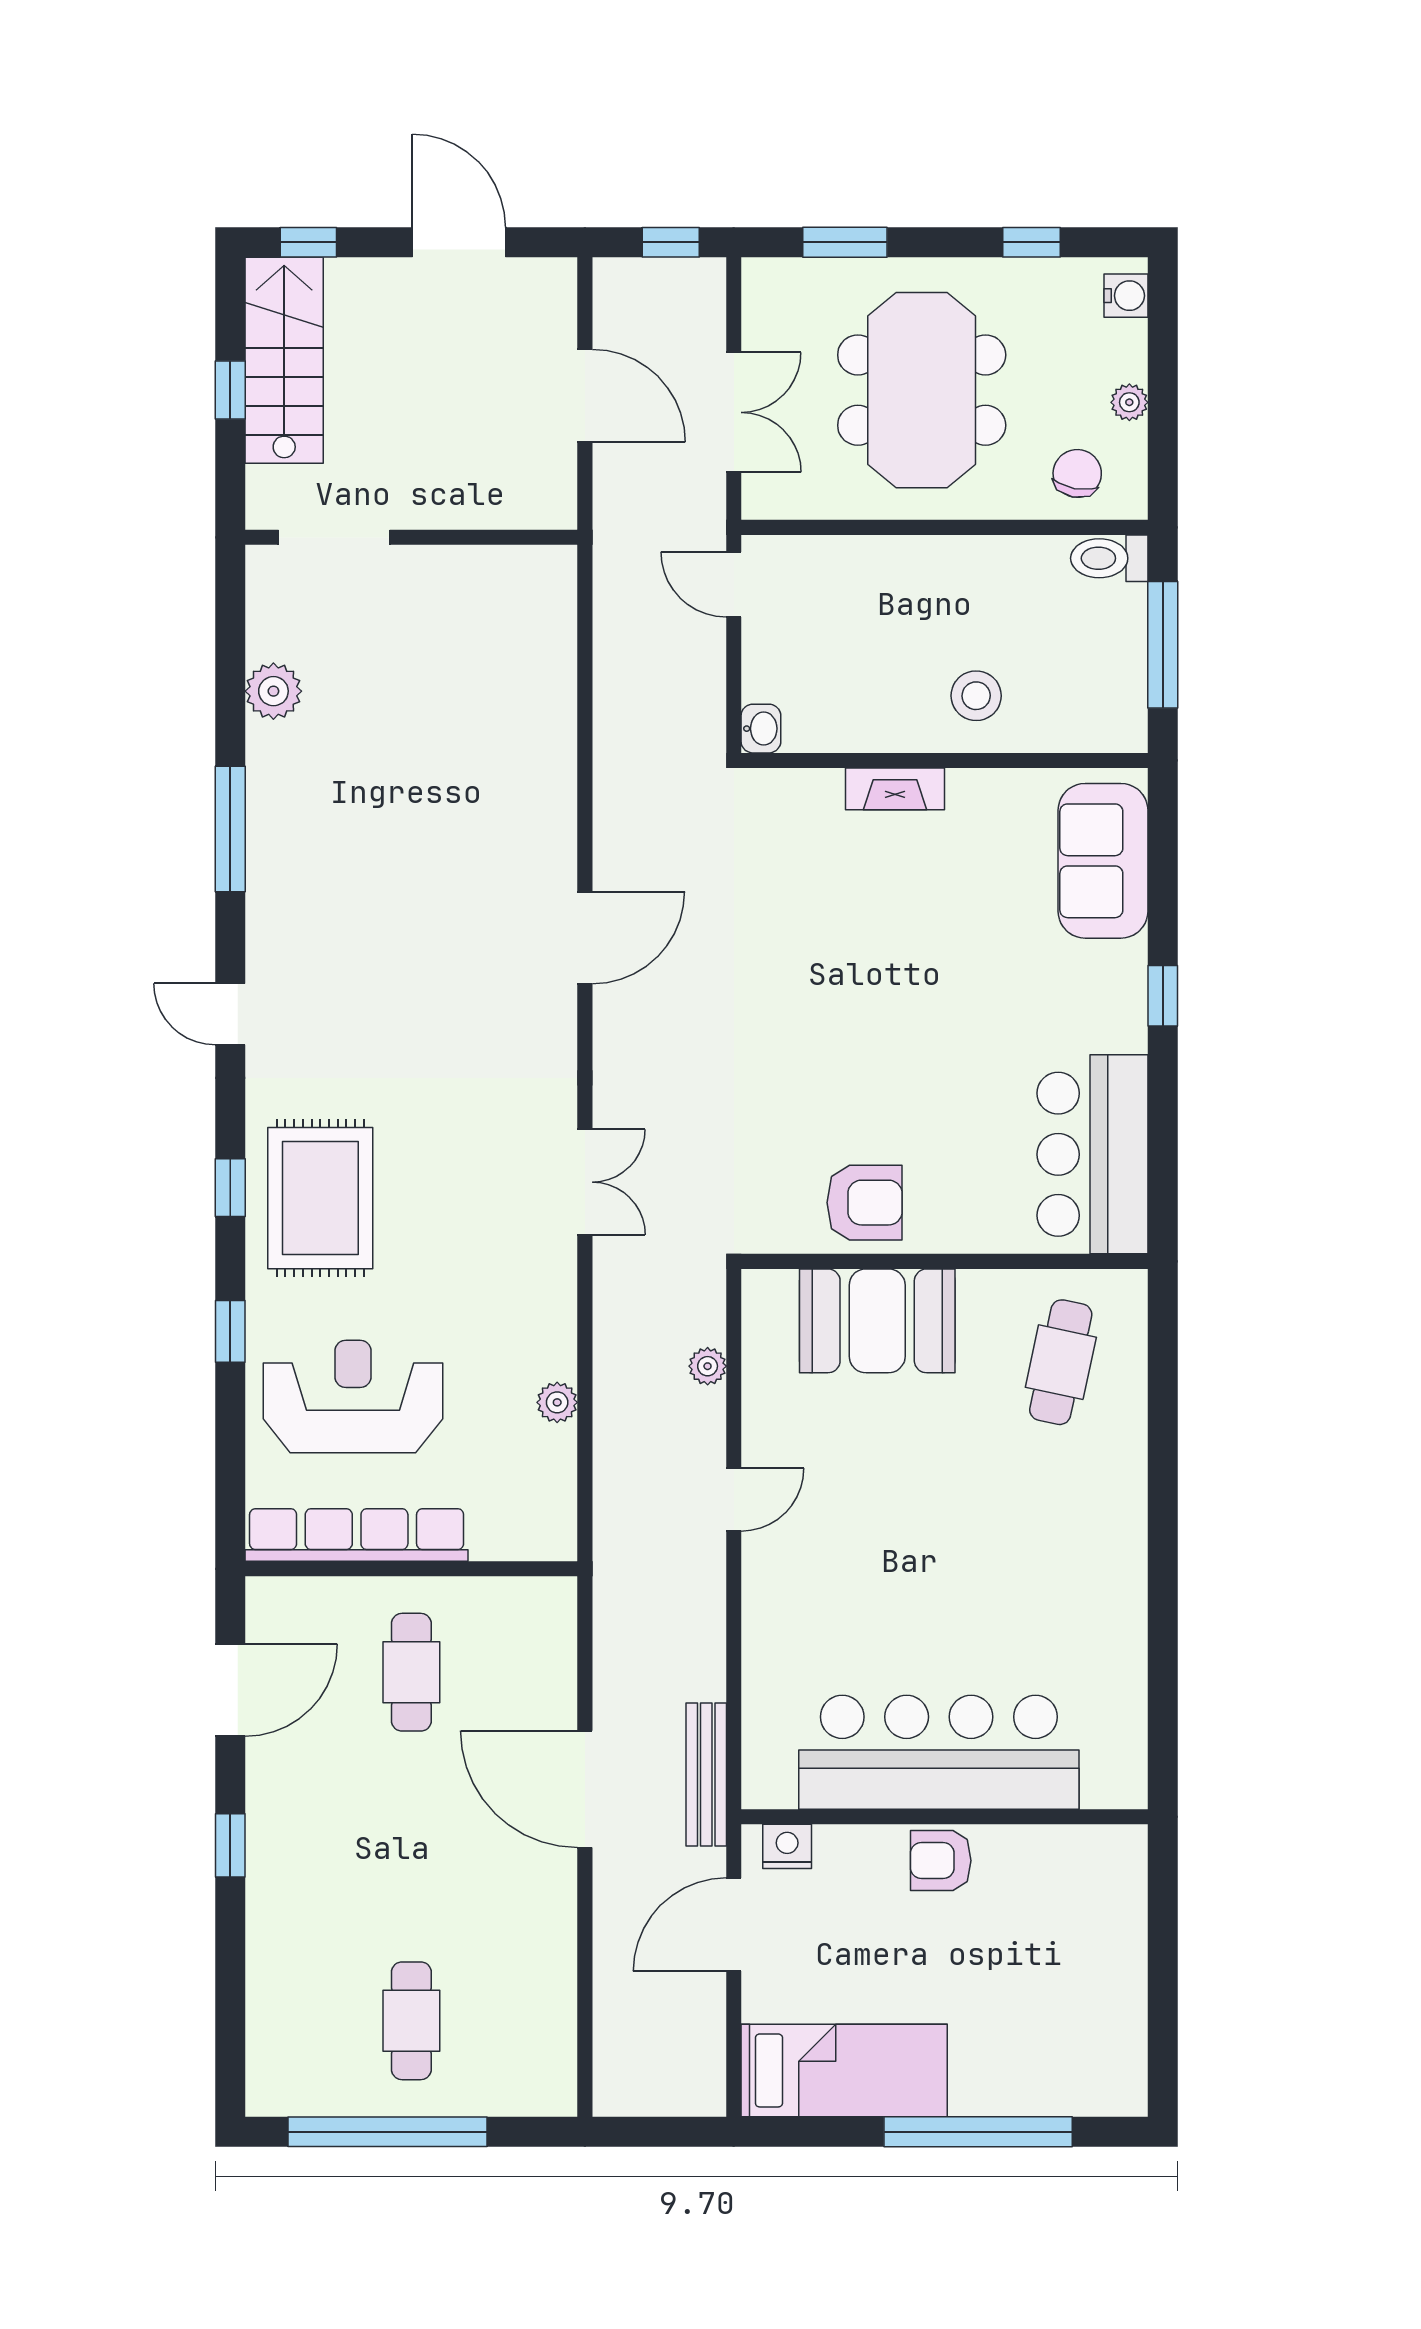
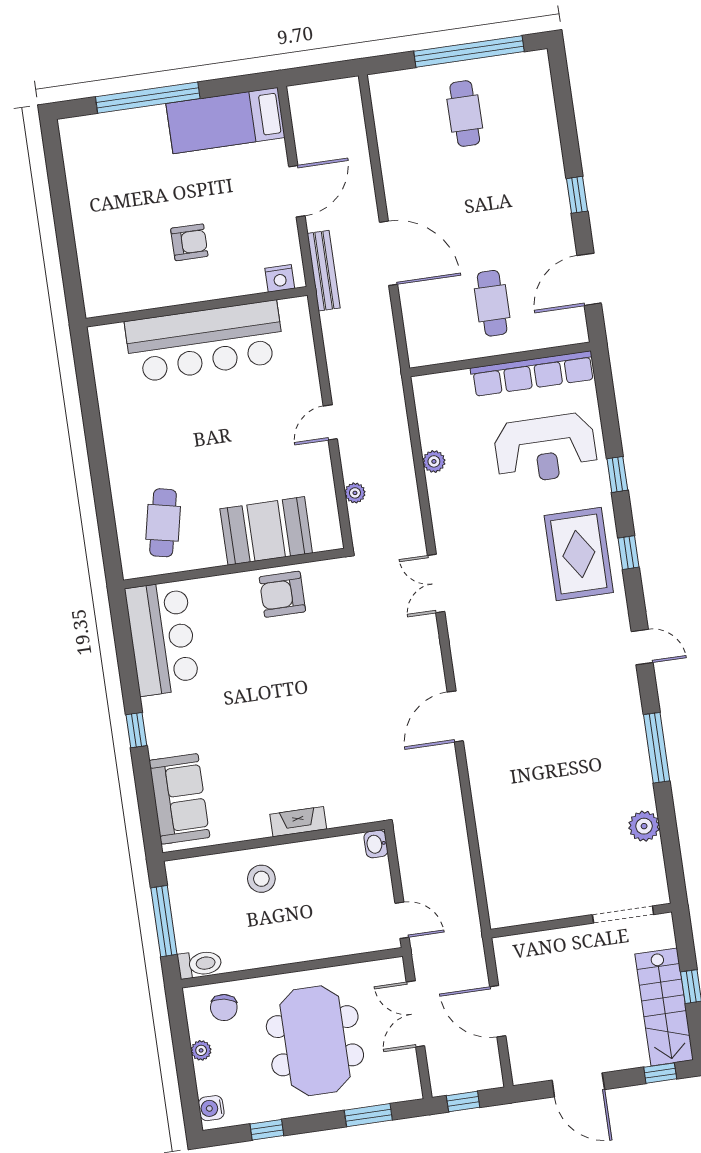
bar counter: (939, 1752) -> (205, 341), moved
wall: (944, 1817) -> (197, 307), moved
nightstand: (787, 1846) -> (280, 278), moved

